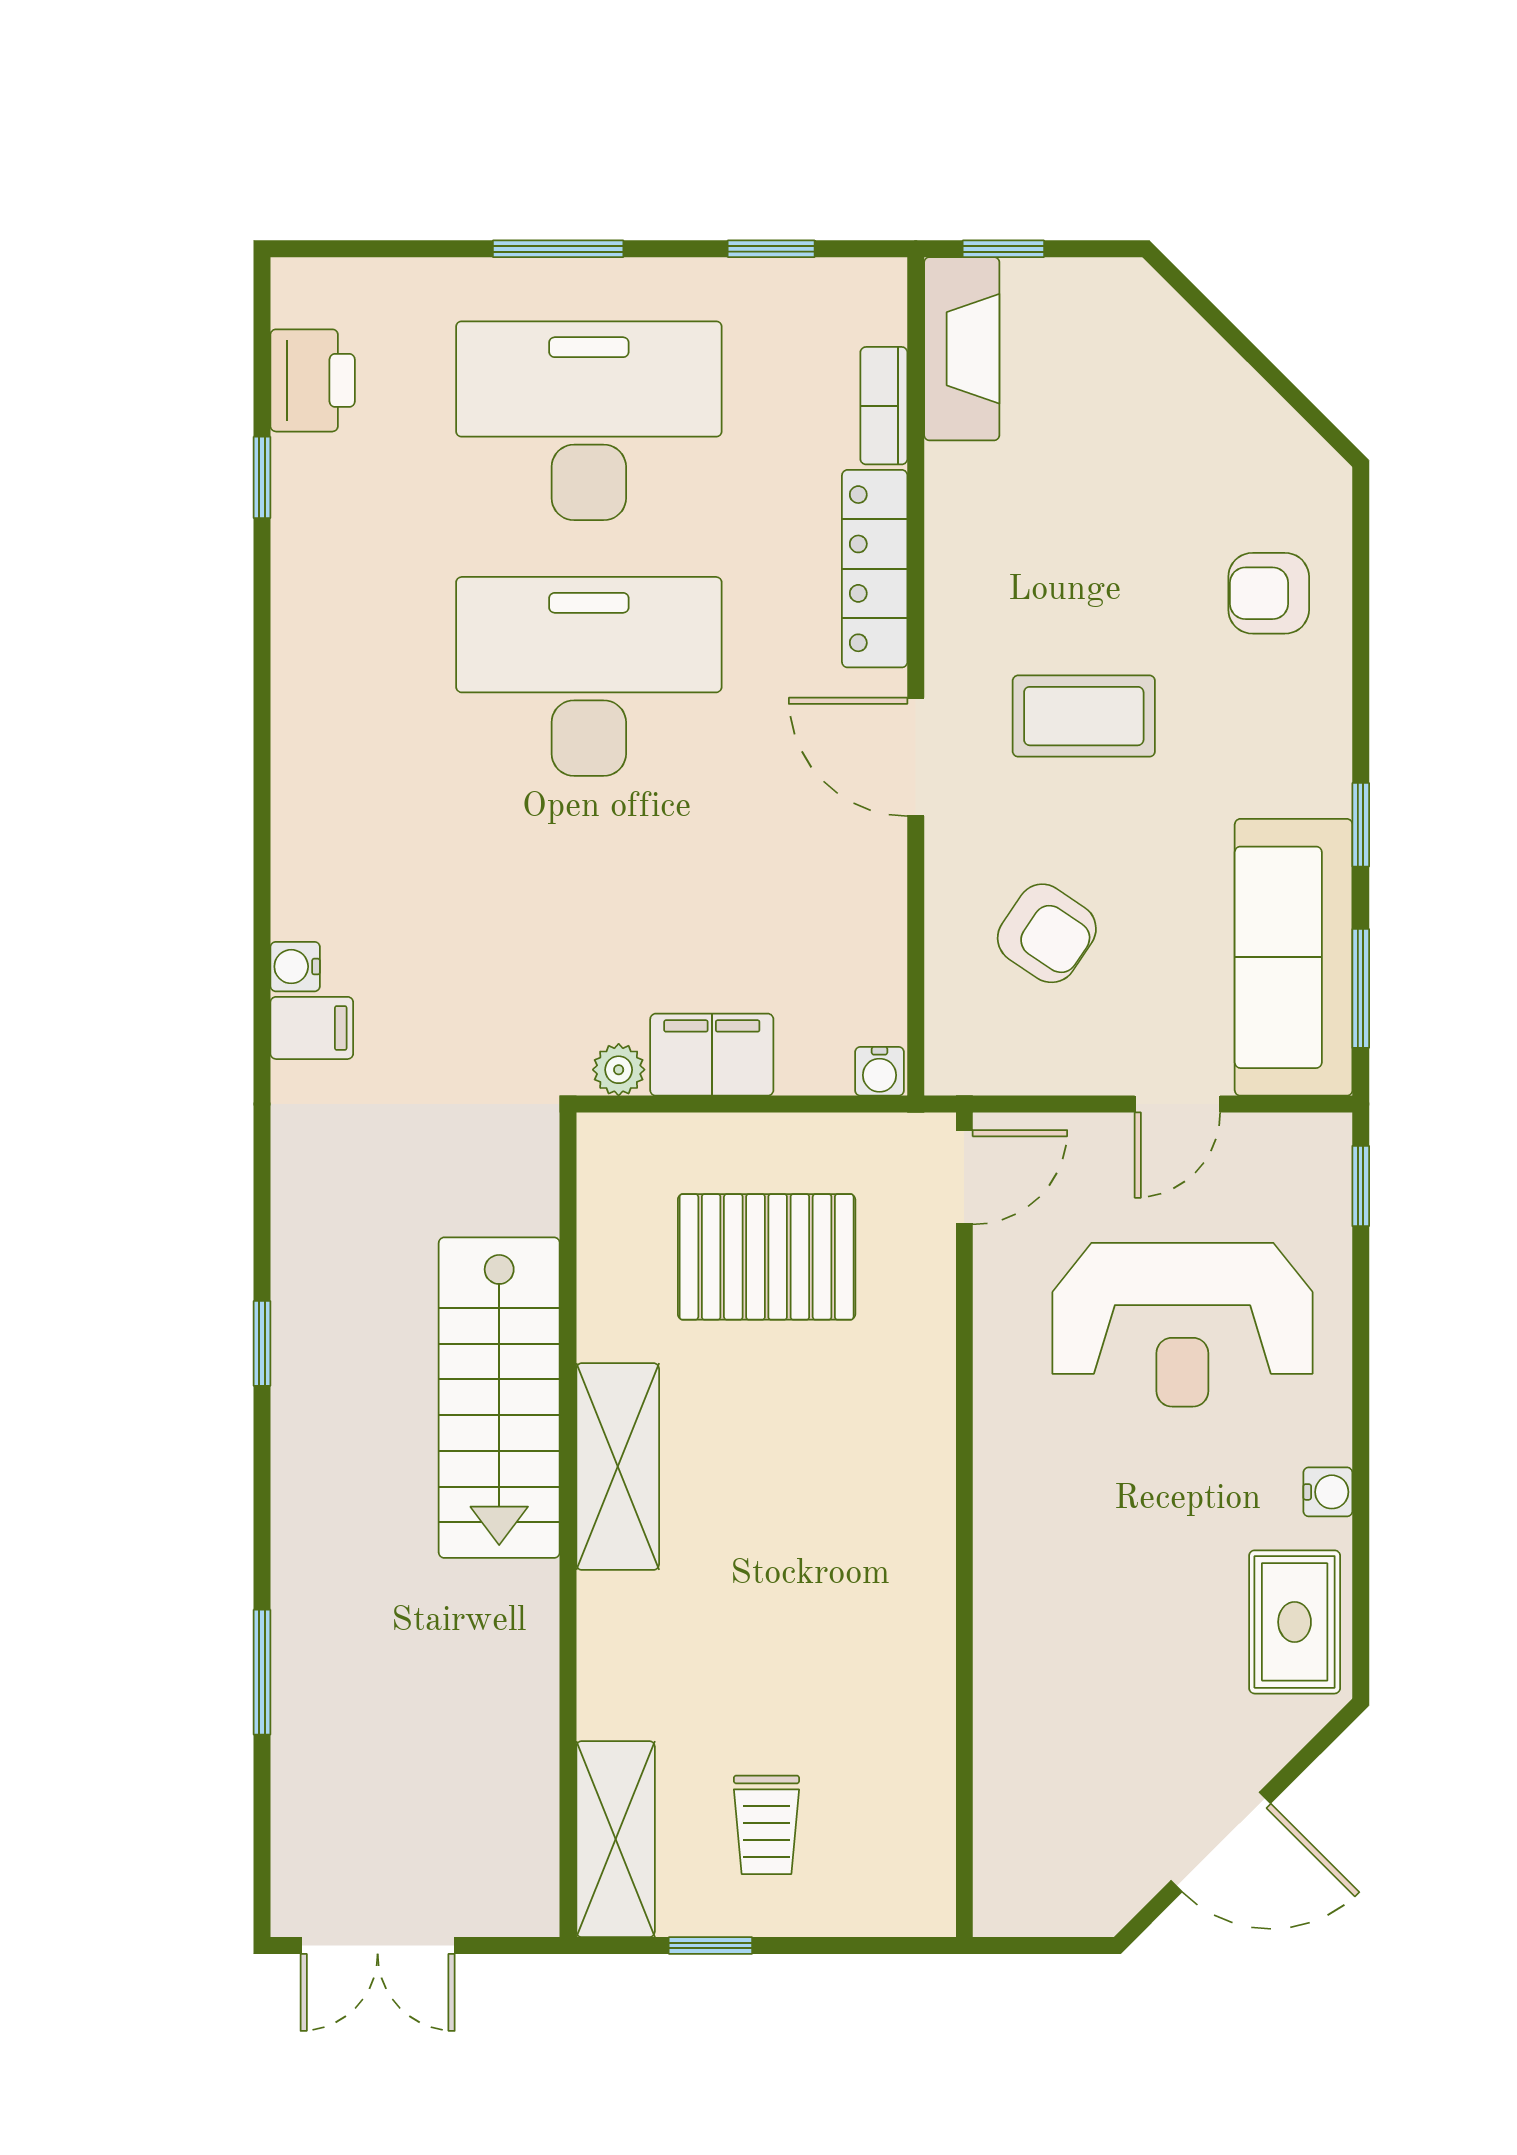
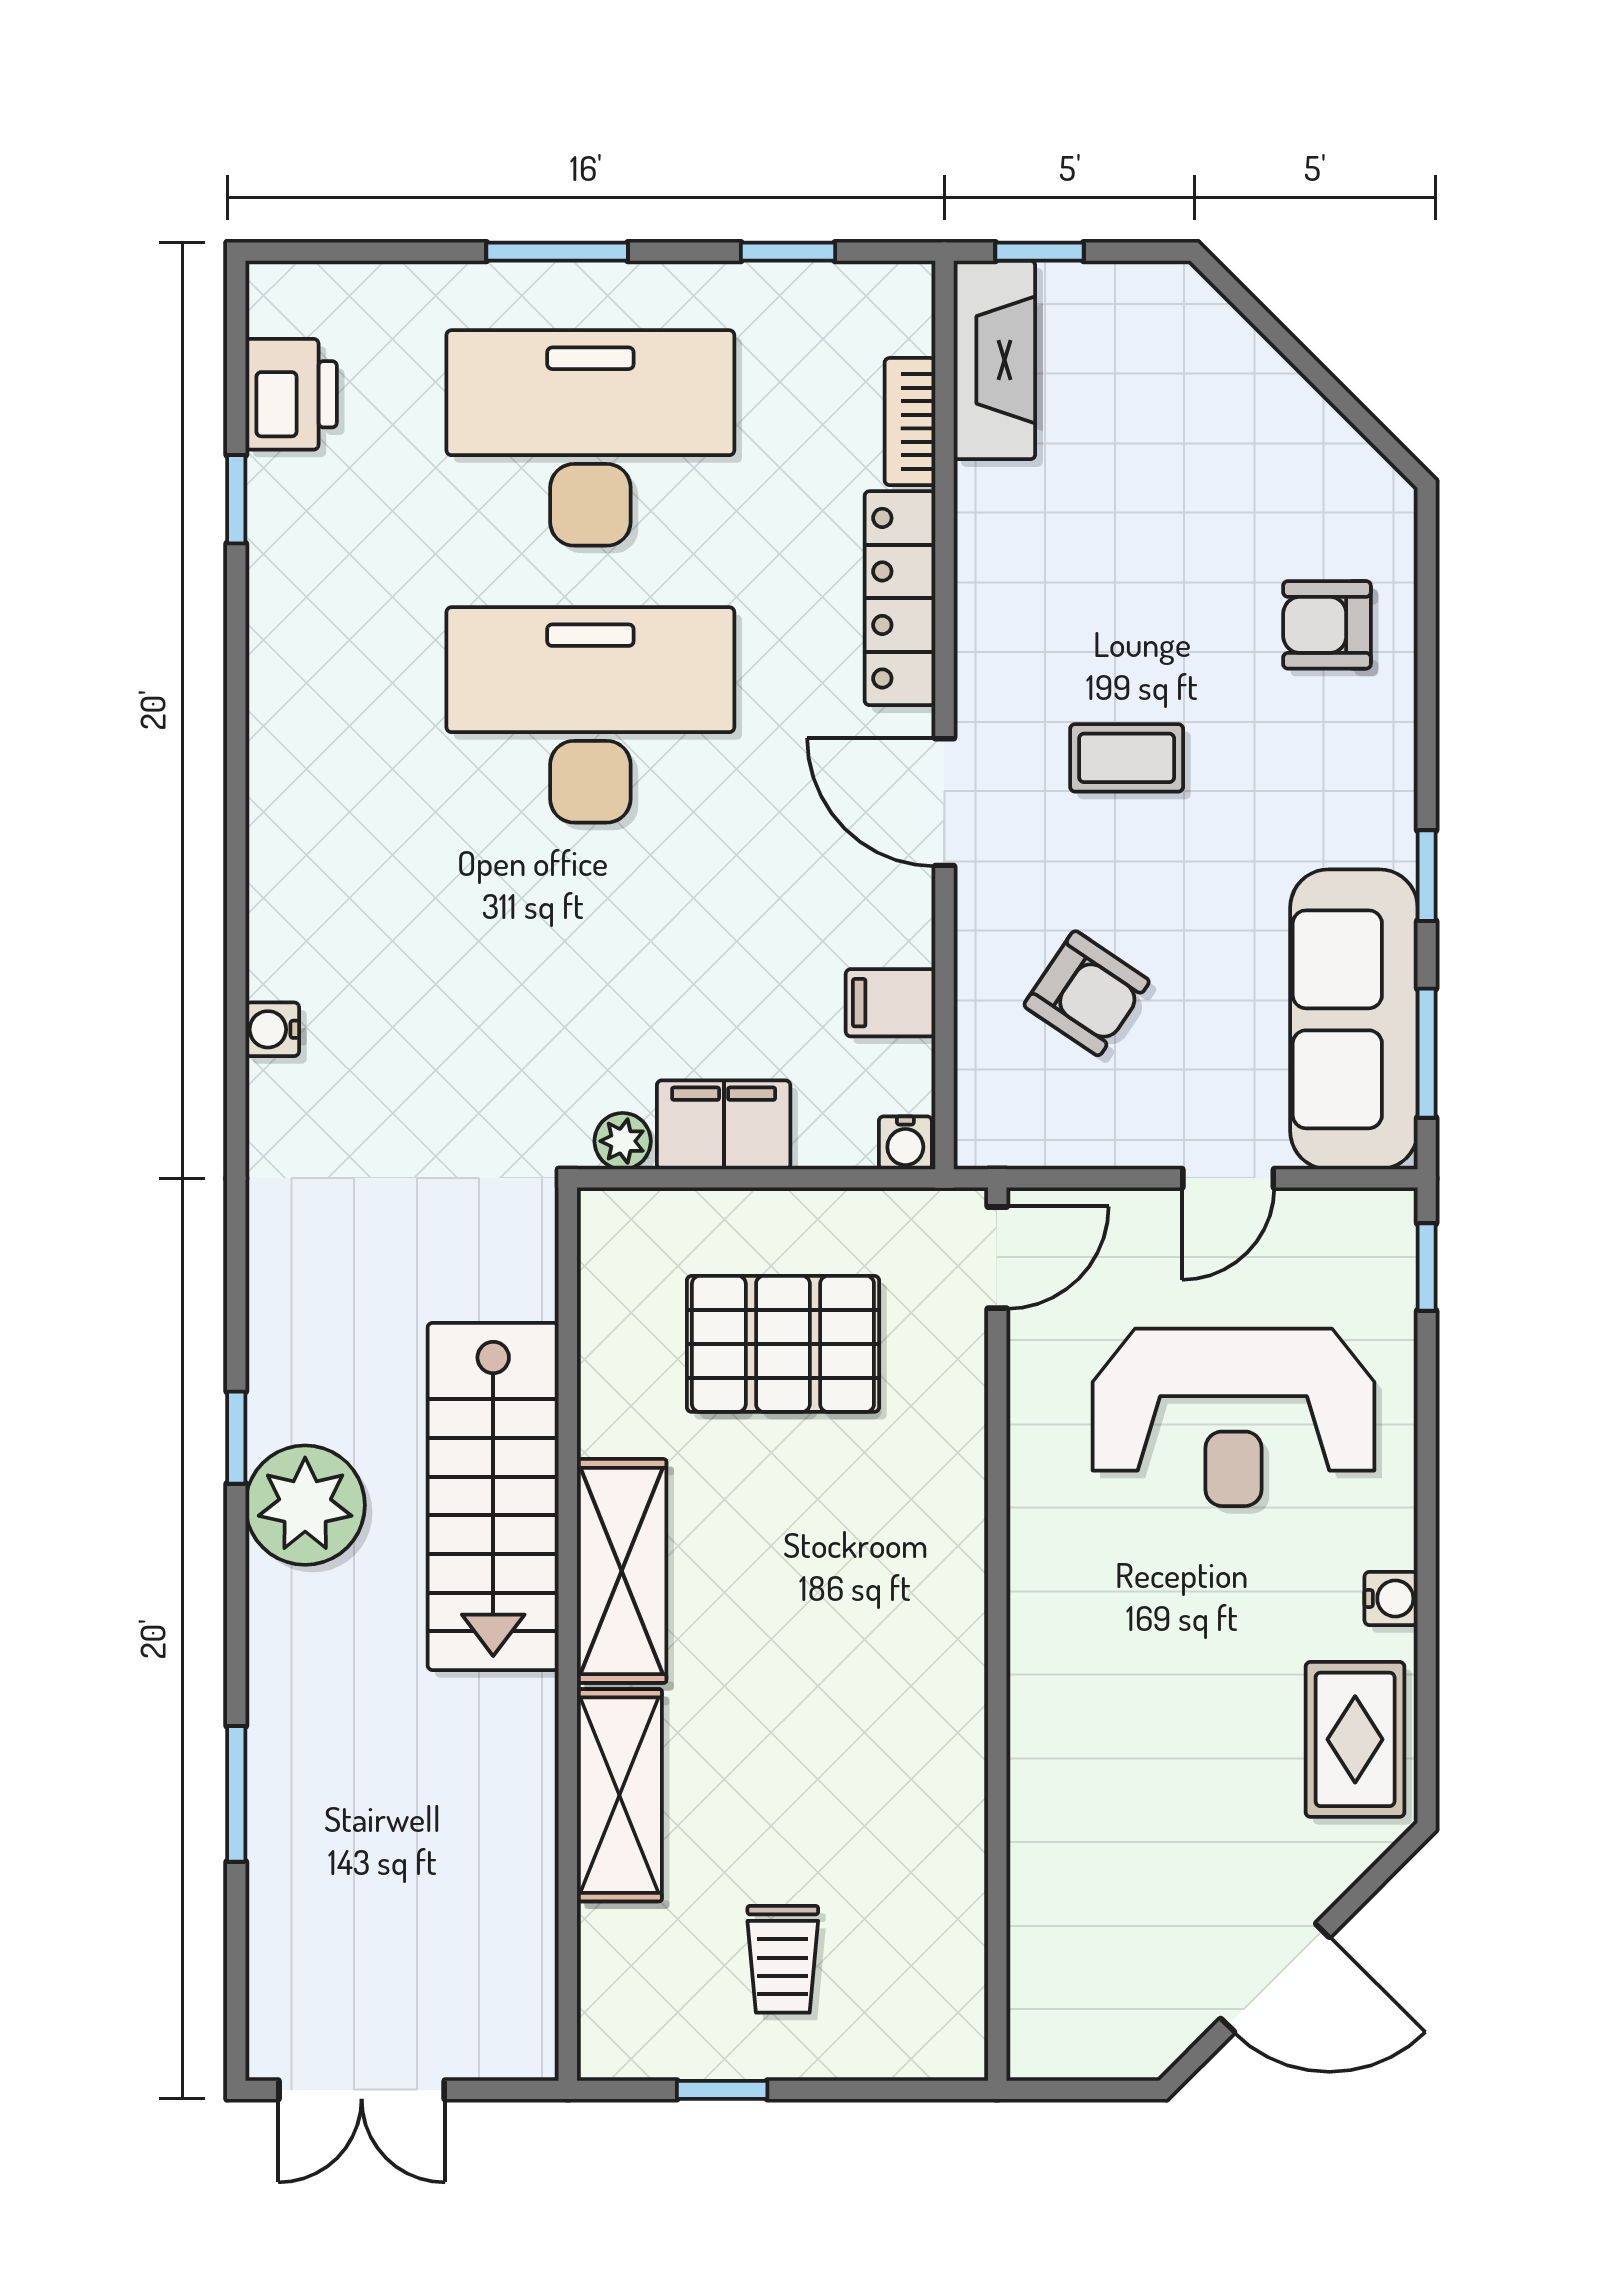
coffee table: (1084, 716) -> (1127, 758), width x0.73, depth x0.77
filing cabinet: (312, 1028) -> (891, 1003), moved, turned 180
plant: (326, 1406) -> (305, 1505), added
shelving: (616, 1839) -> (619, 1795), moved

